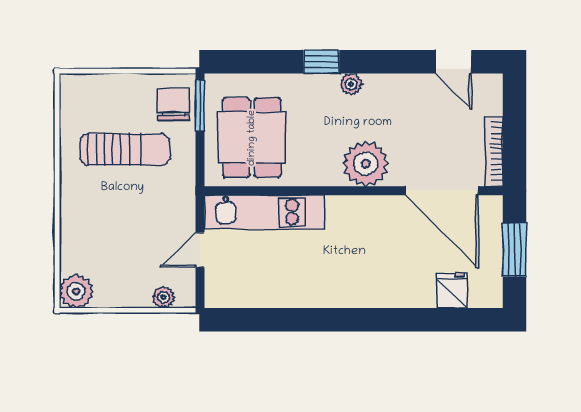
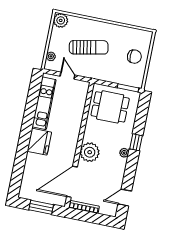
chair: (173, 104) -> (134, 57), moved
sun lounger: (125, 150) -> (89, 47), moved, turned -101
kitchen unit: (264, 212) -> (44, 103), moved, turned 180
fridge: (452, 290) -> (39, 142), moved, width x1.88, depth x1.34

